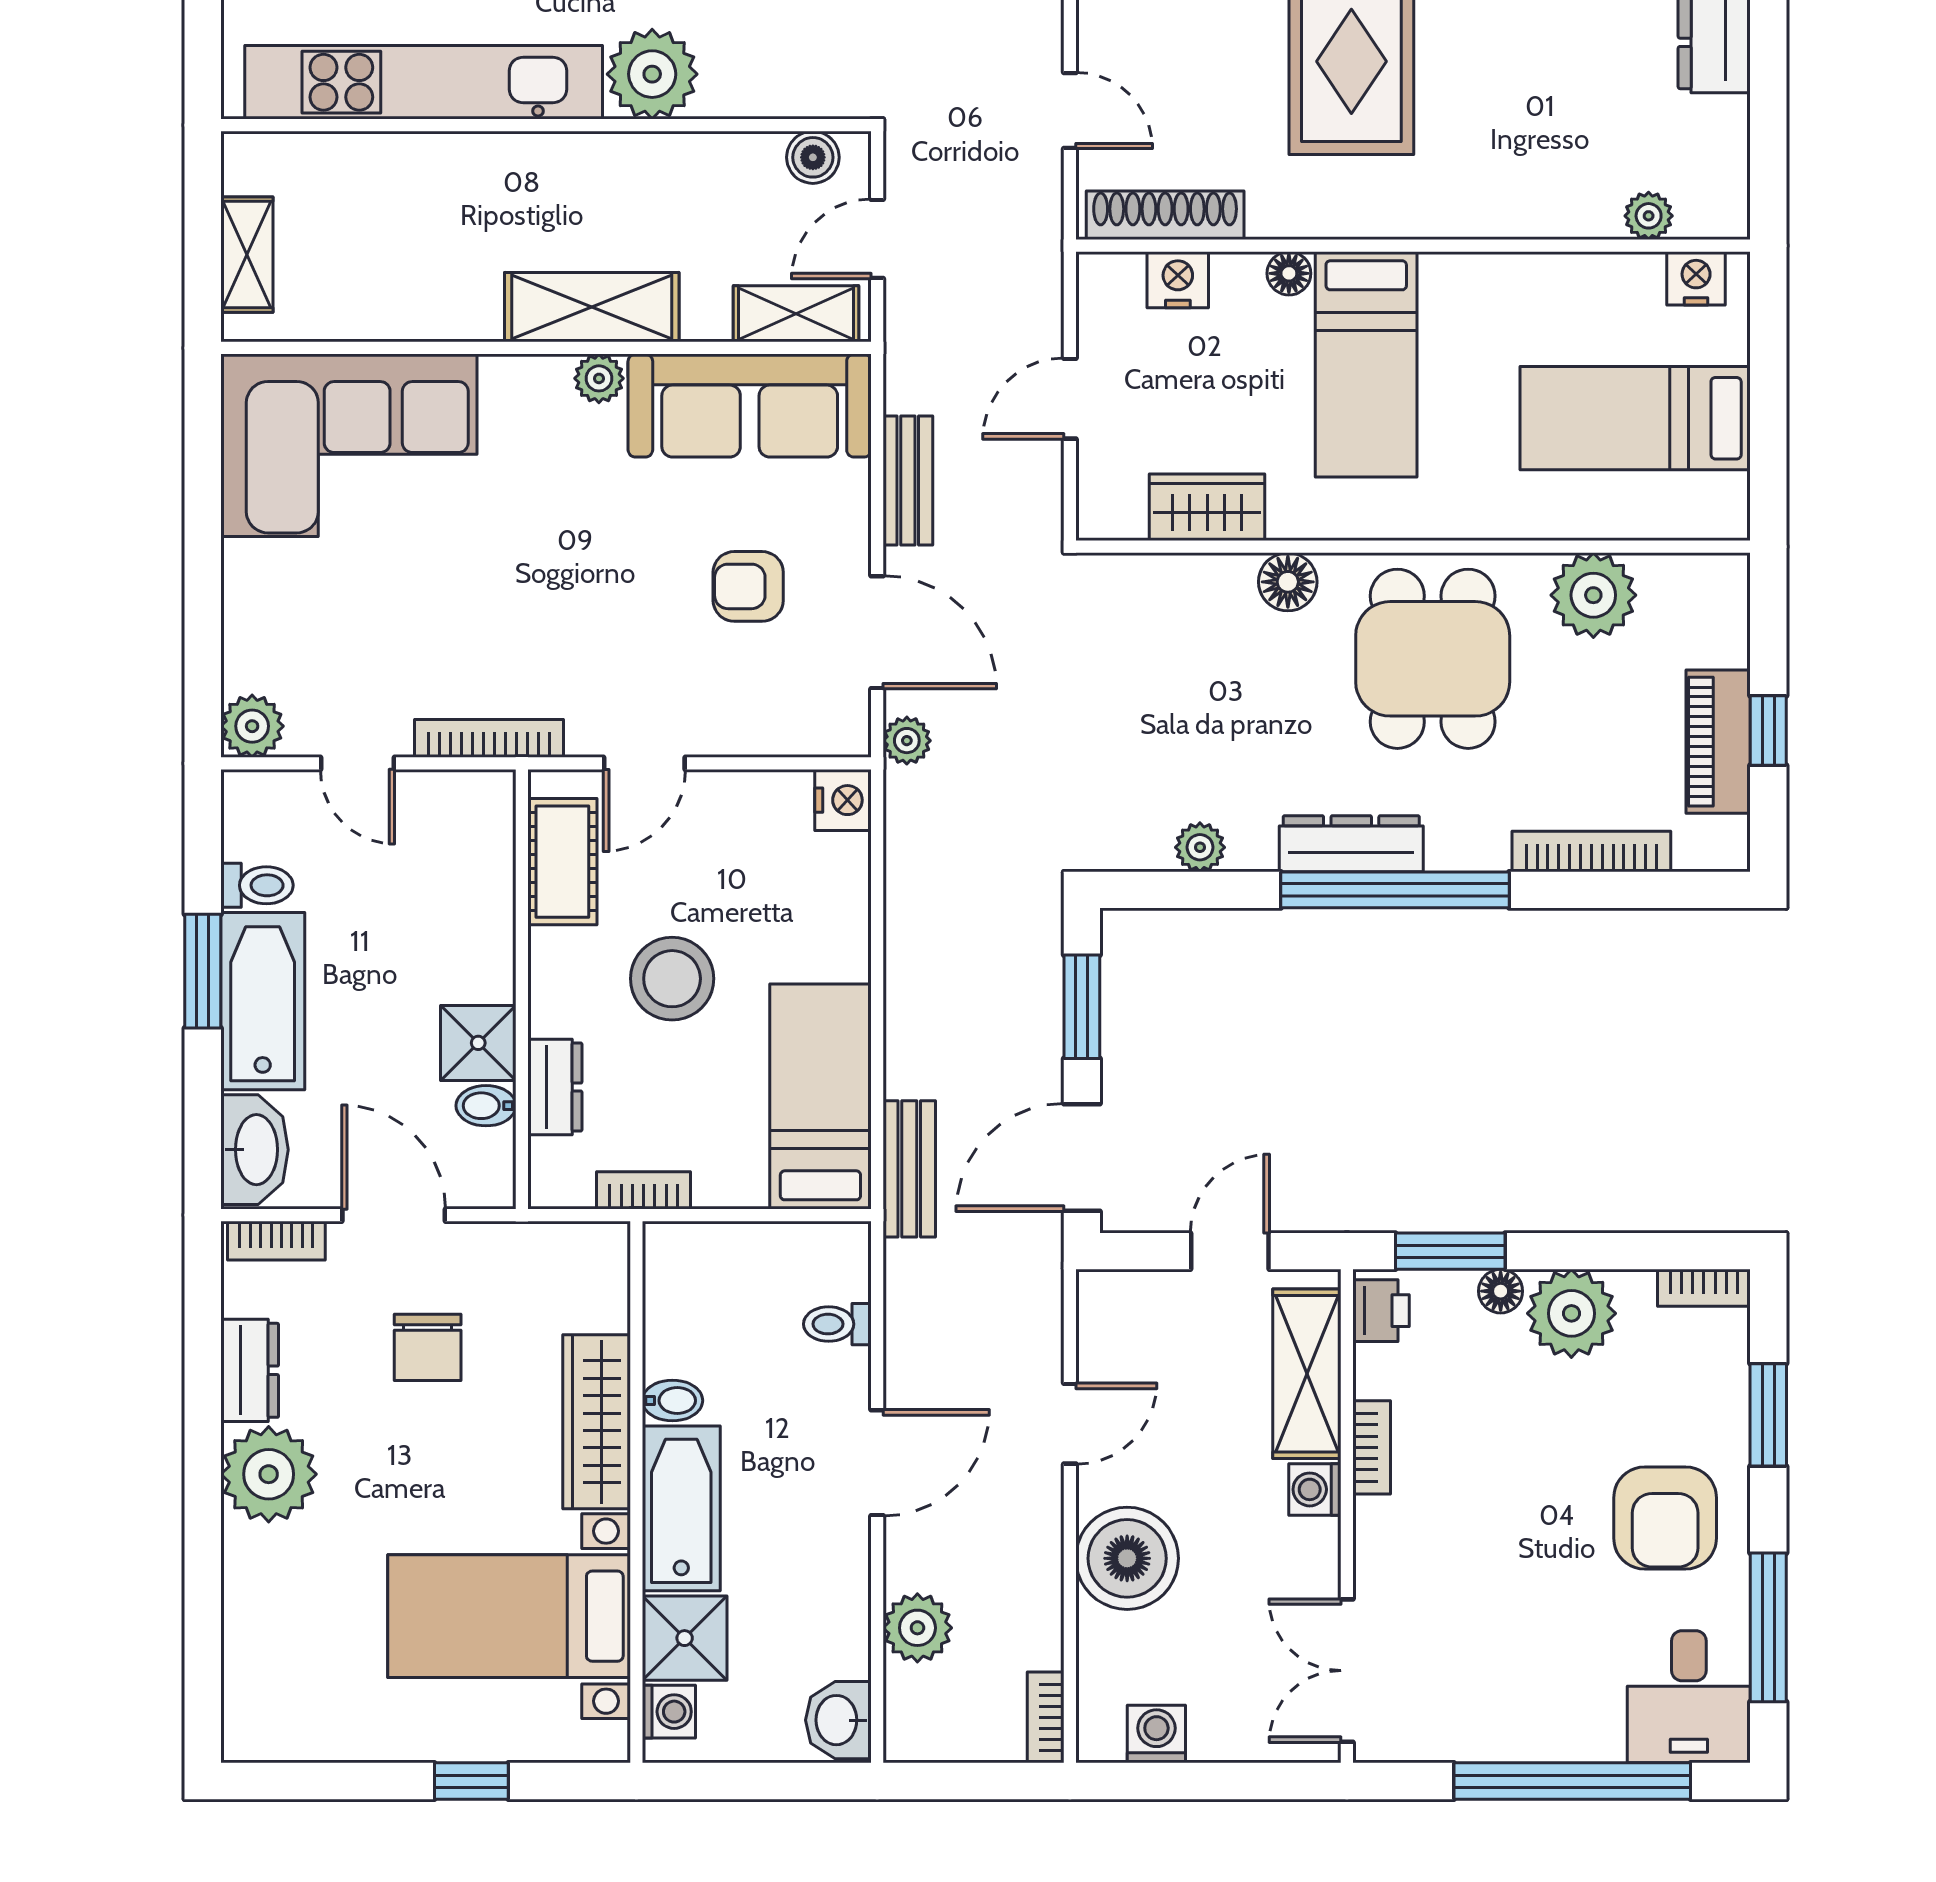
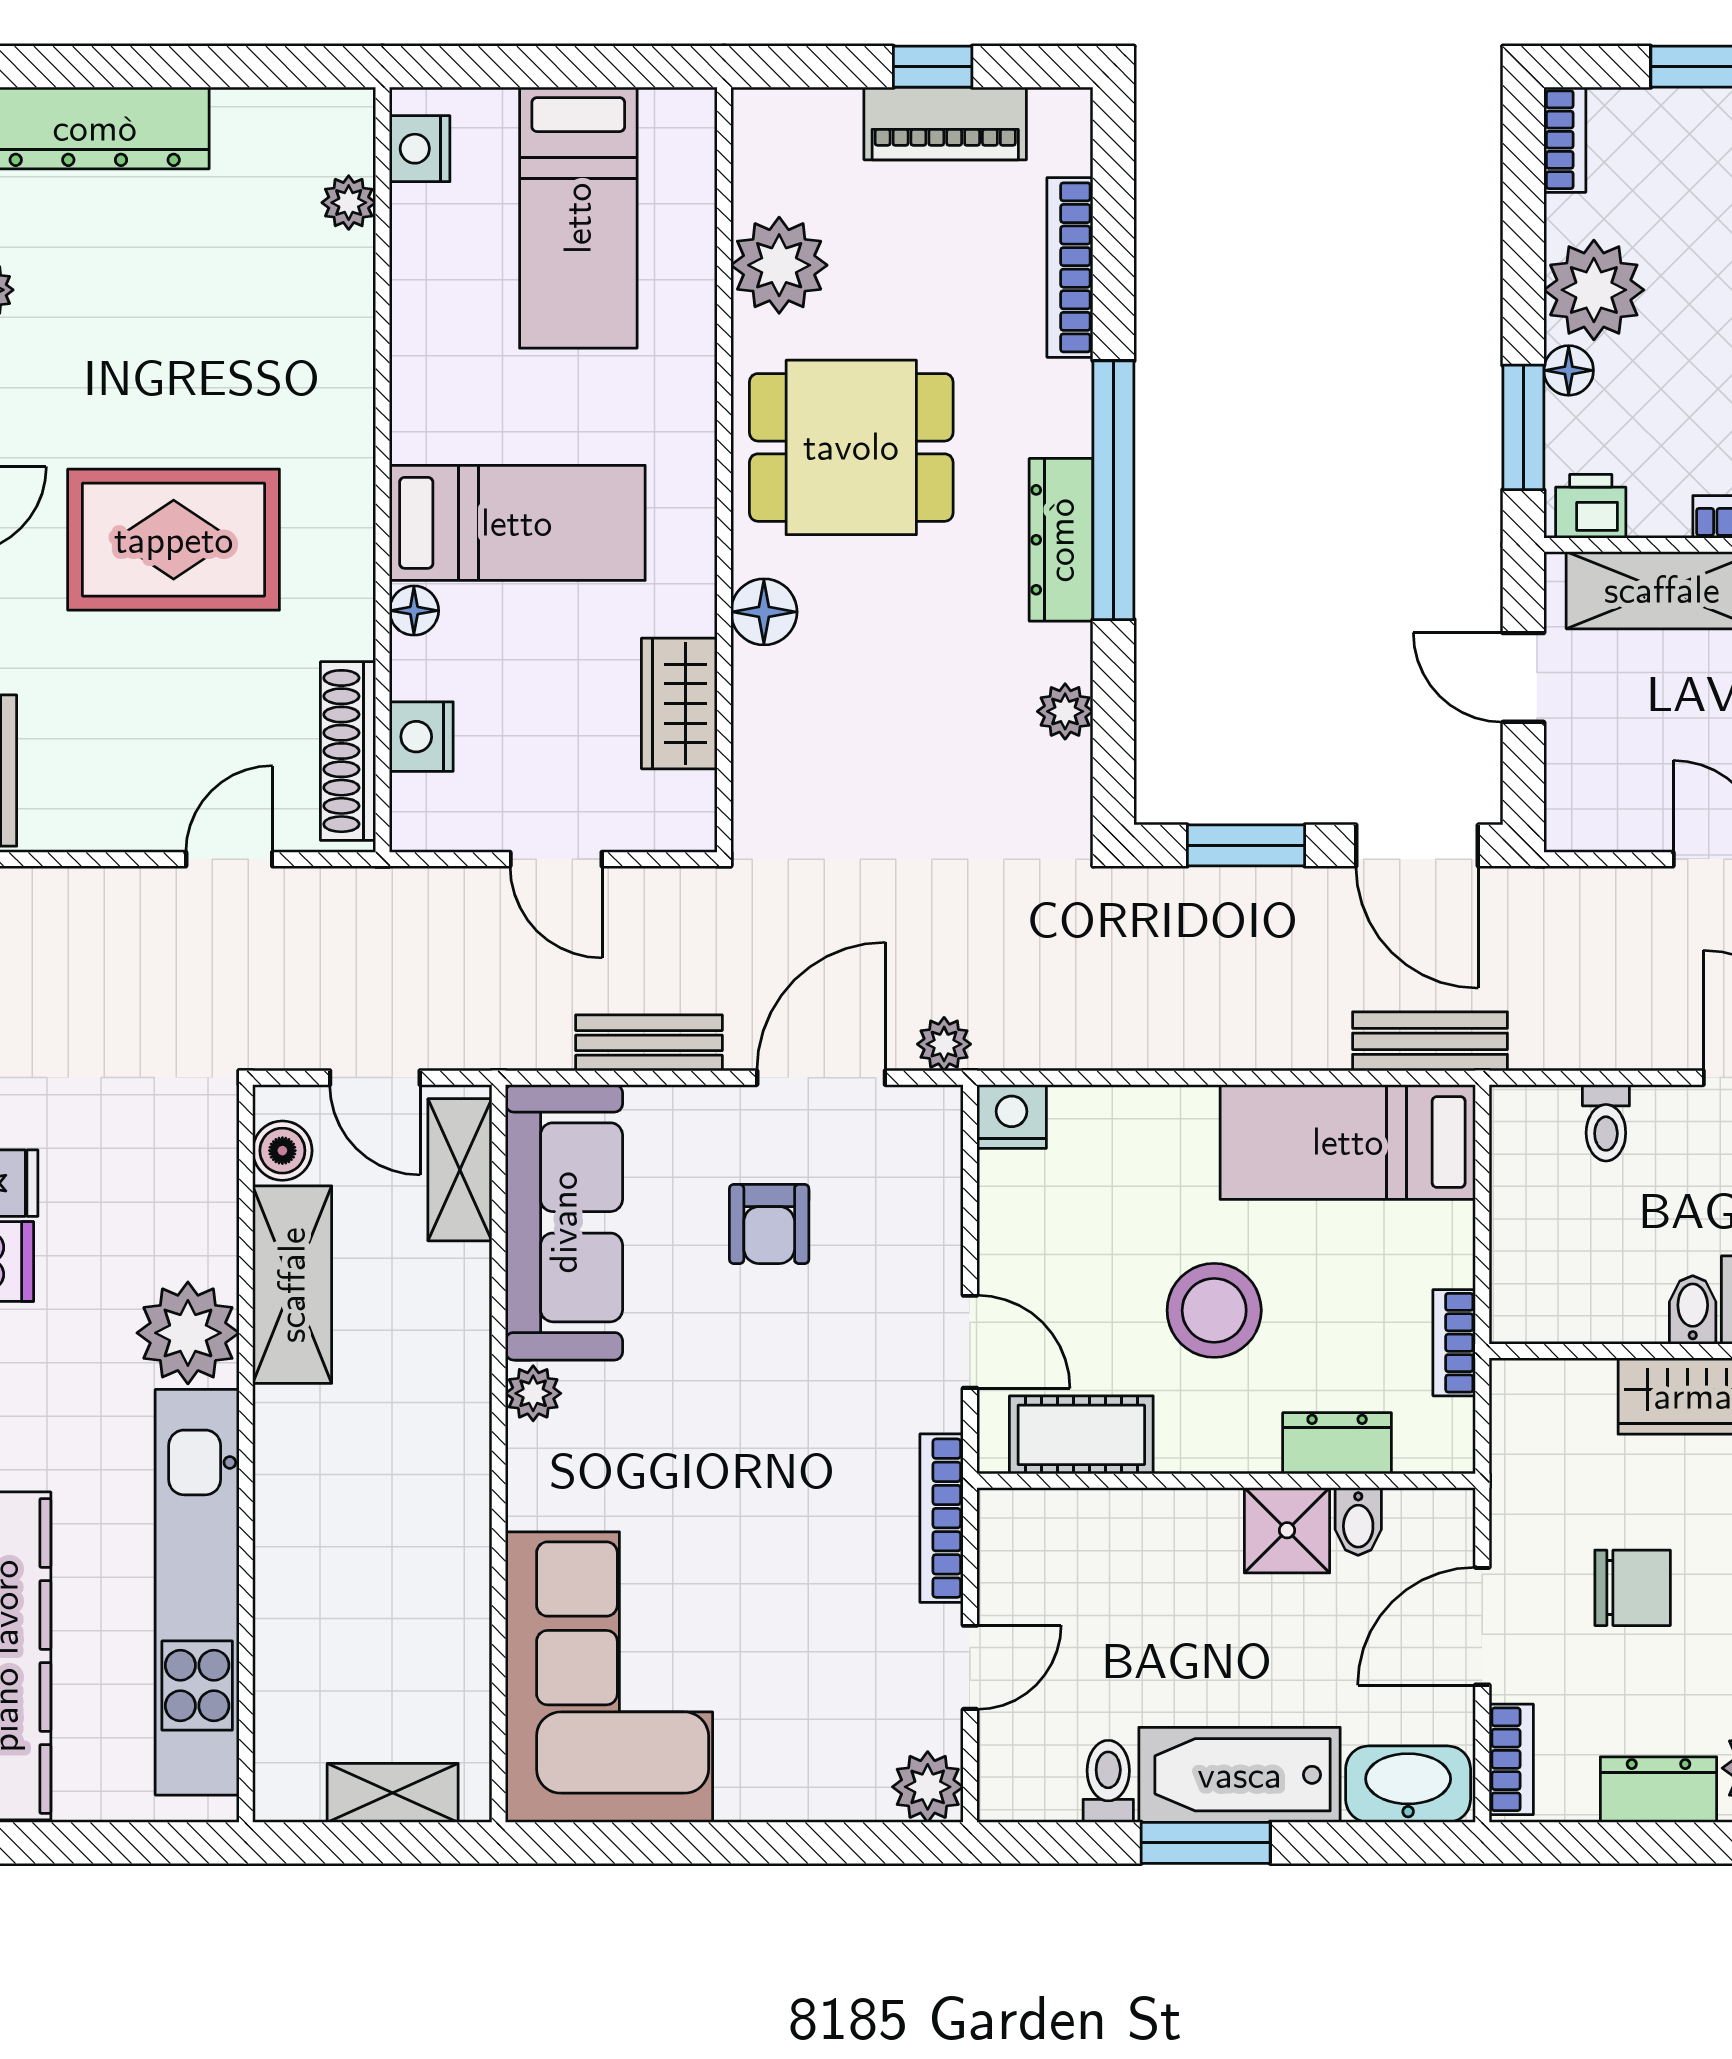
shelving: (592, 307) -> (292, 1285), moved

